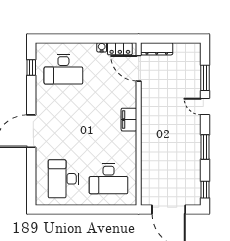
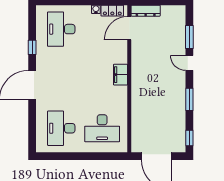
window: (31, 67) -> (32, 47), moved
door: (139, 68) -> (129, 28), hinge flipped
desk: (63, 69) -> (61, 29), turned 90

